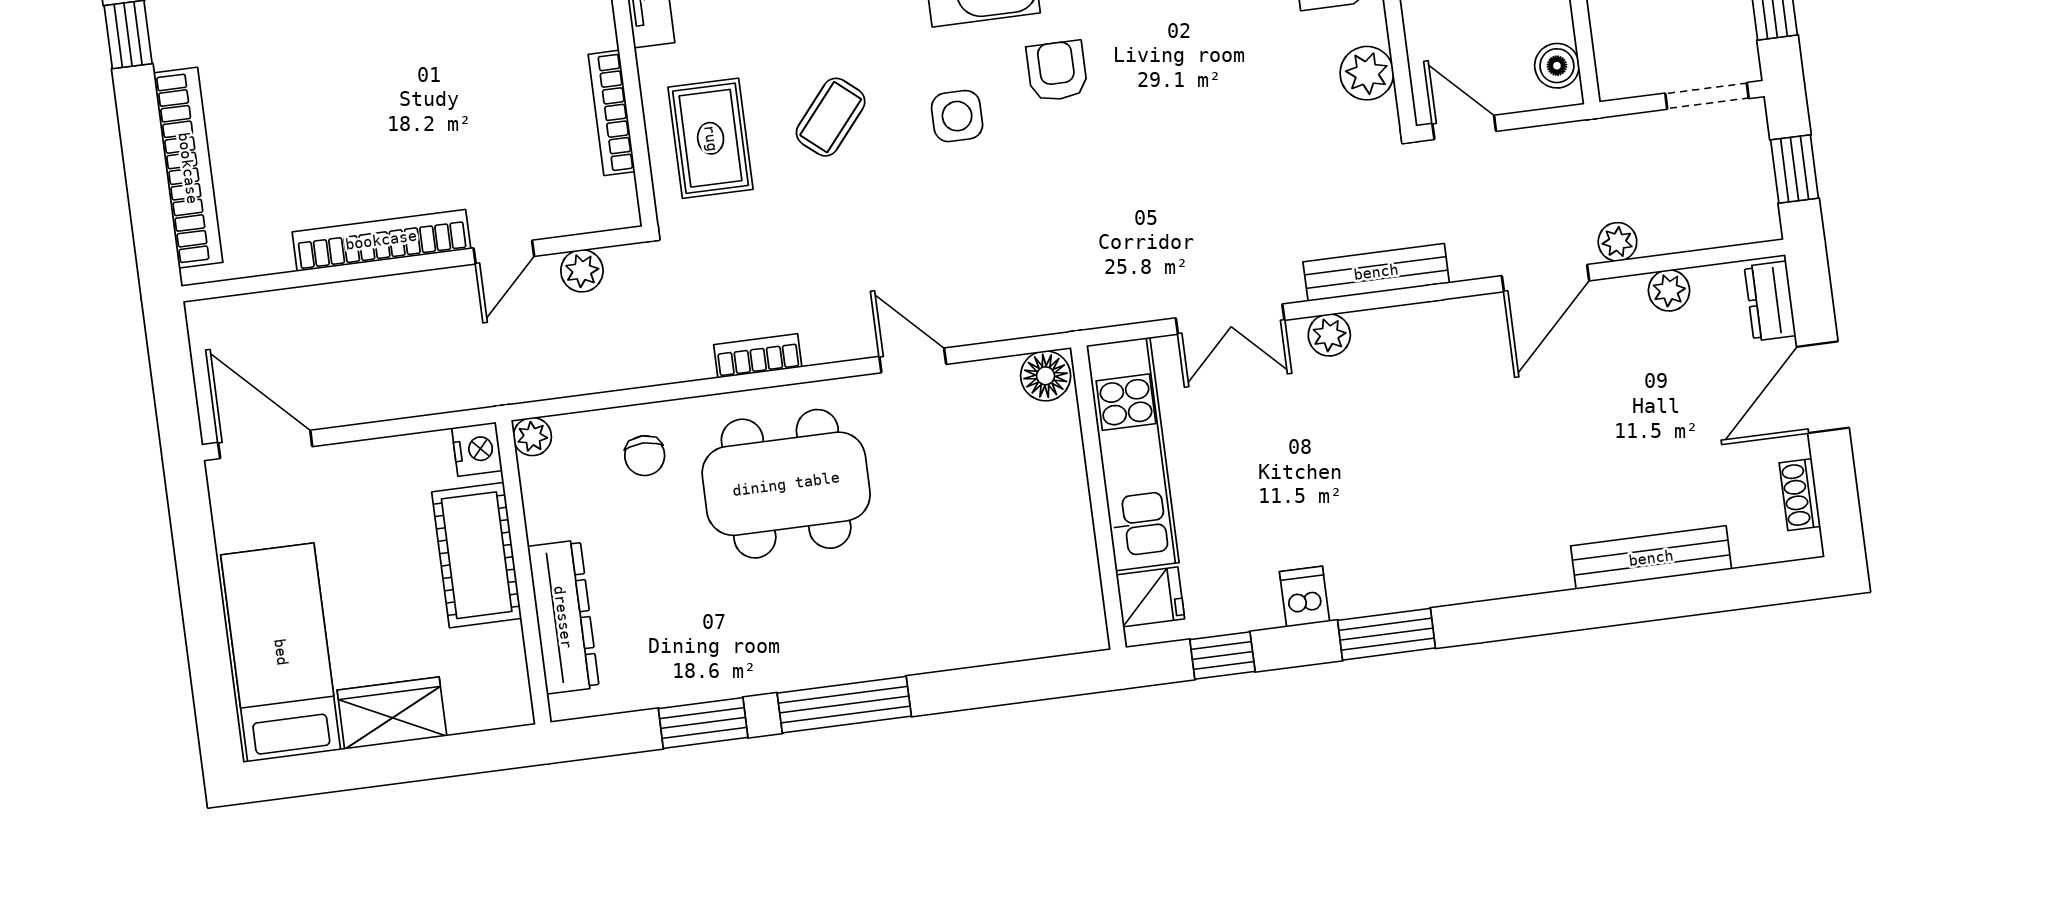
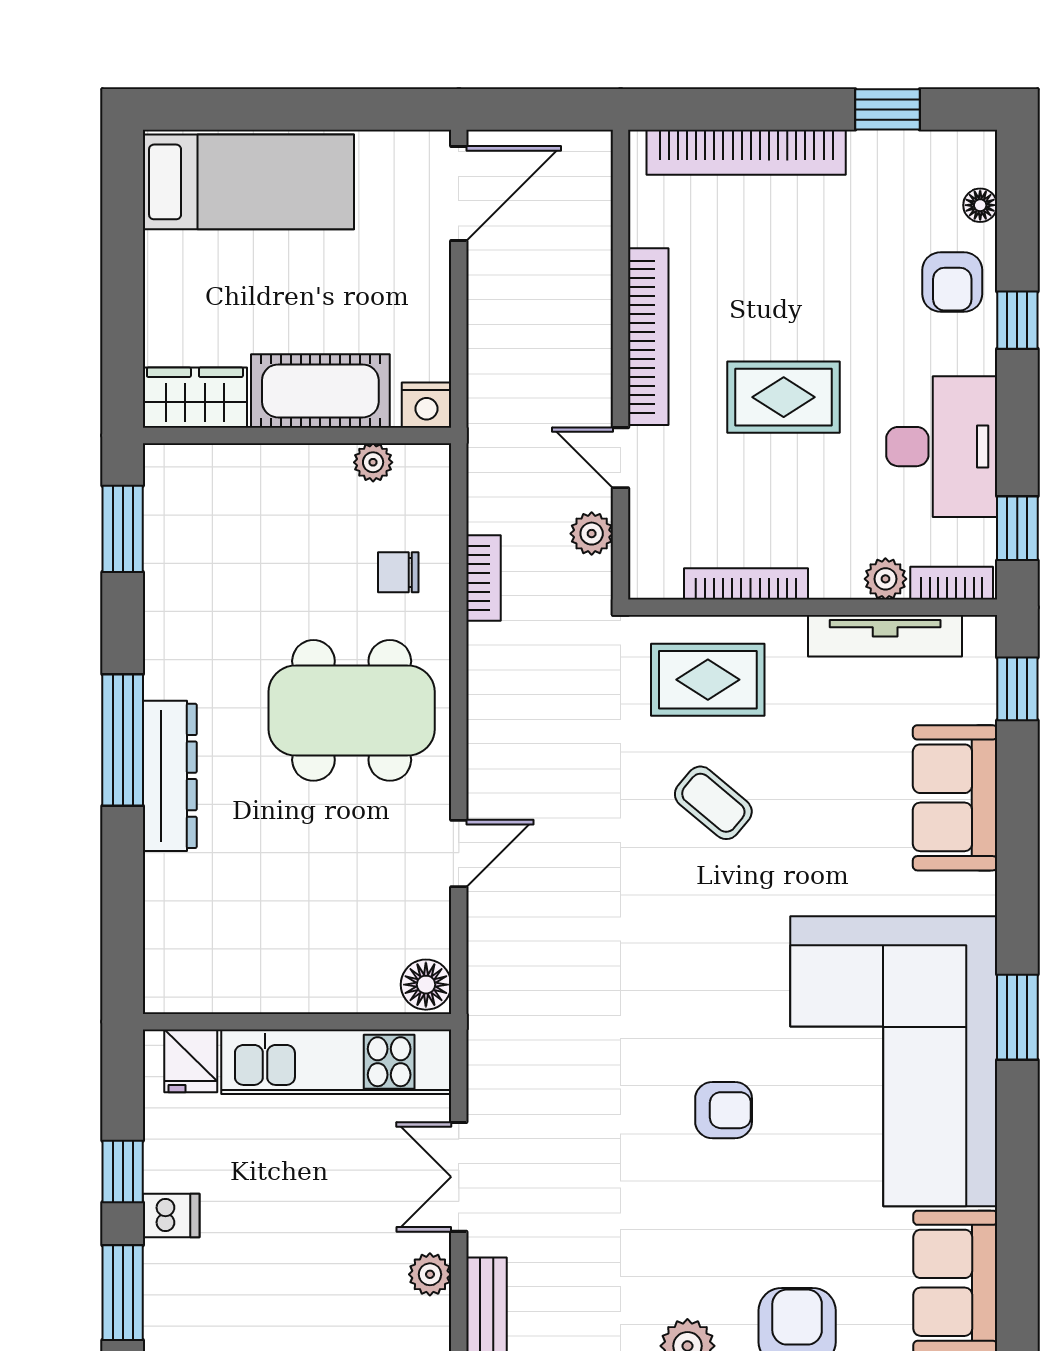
armchair: (1057, 71) -> (724, 1110), moved
rug: (424, 100) -> (784, 397), added
side table: (957, 116) -> (698, 930), removed
bookcase: (758, 356) -> (483, 578), moved
plant: (532, 437) -> (373, 462), moved
dining table: (786, 484) -> (352, 710), turned 90
dresser: (563, 617) -> (170, 776), moved, turned -90
window: (1222, 655) -> (123, 1171), moved
wardrobe: (392, 713) -> (195, 398), moved, turned -90
window: (703, 723) -> (123, 529), moved

